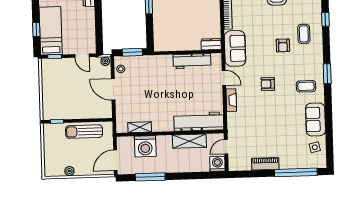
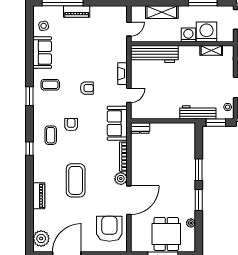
workbench: (192, 61) -> (198, 112), moved
door: (224, 78) -> (129, 95), swing flipped
shelving: (189, 141) -> (162, 12), moved
washing machine: (217, 164) -> (188, 35), moved, turned 180
piano: (265, 164) -> (77, 11), moved

